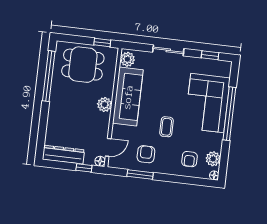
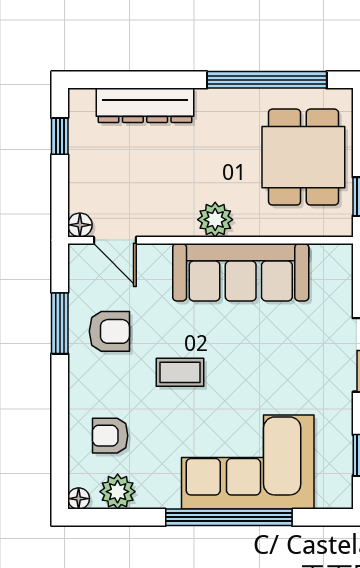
plant: (127, 59) -> (329, 261), removed
dresser: (63, 155) -> (145, 105), moved, turned 90
window: (84, 168) -> (60, 136), moved

